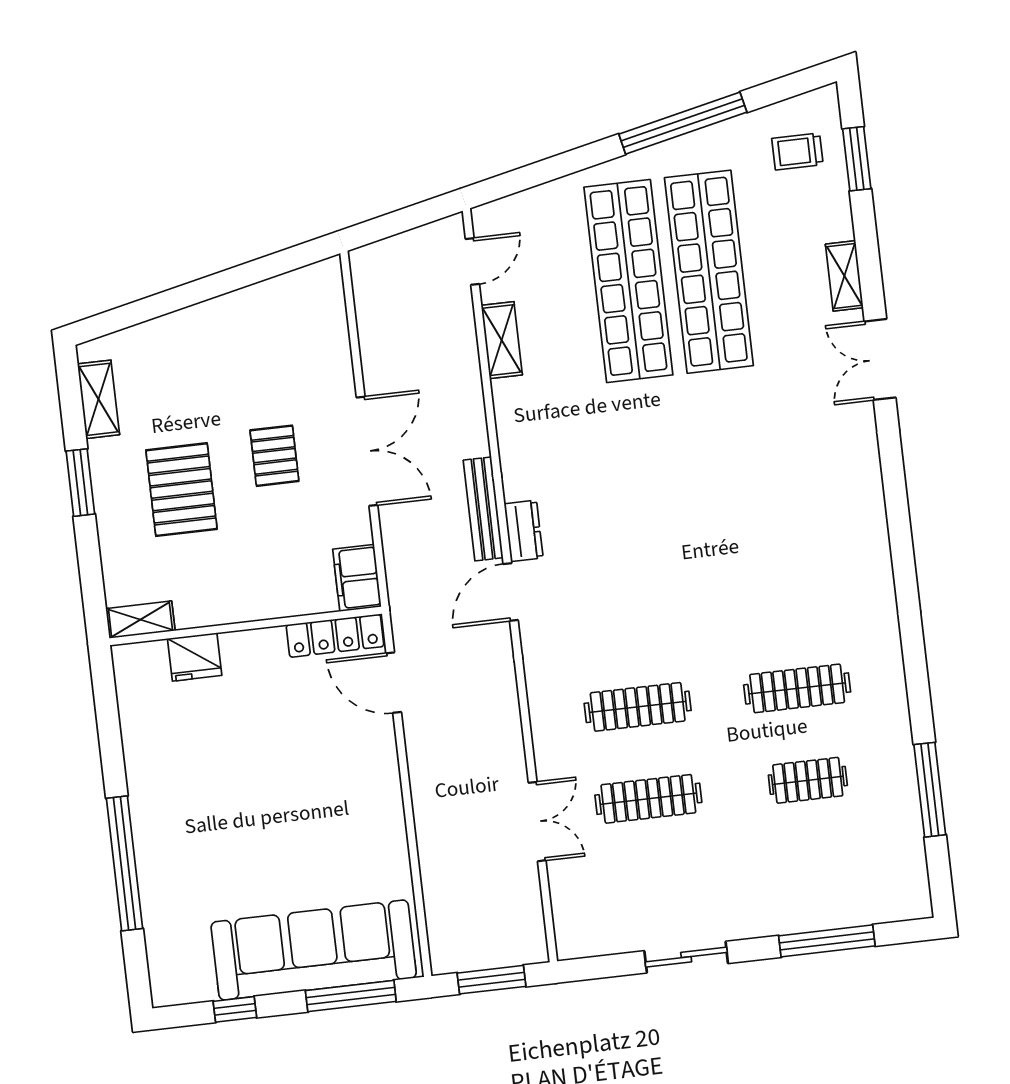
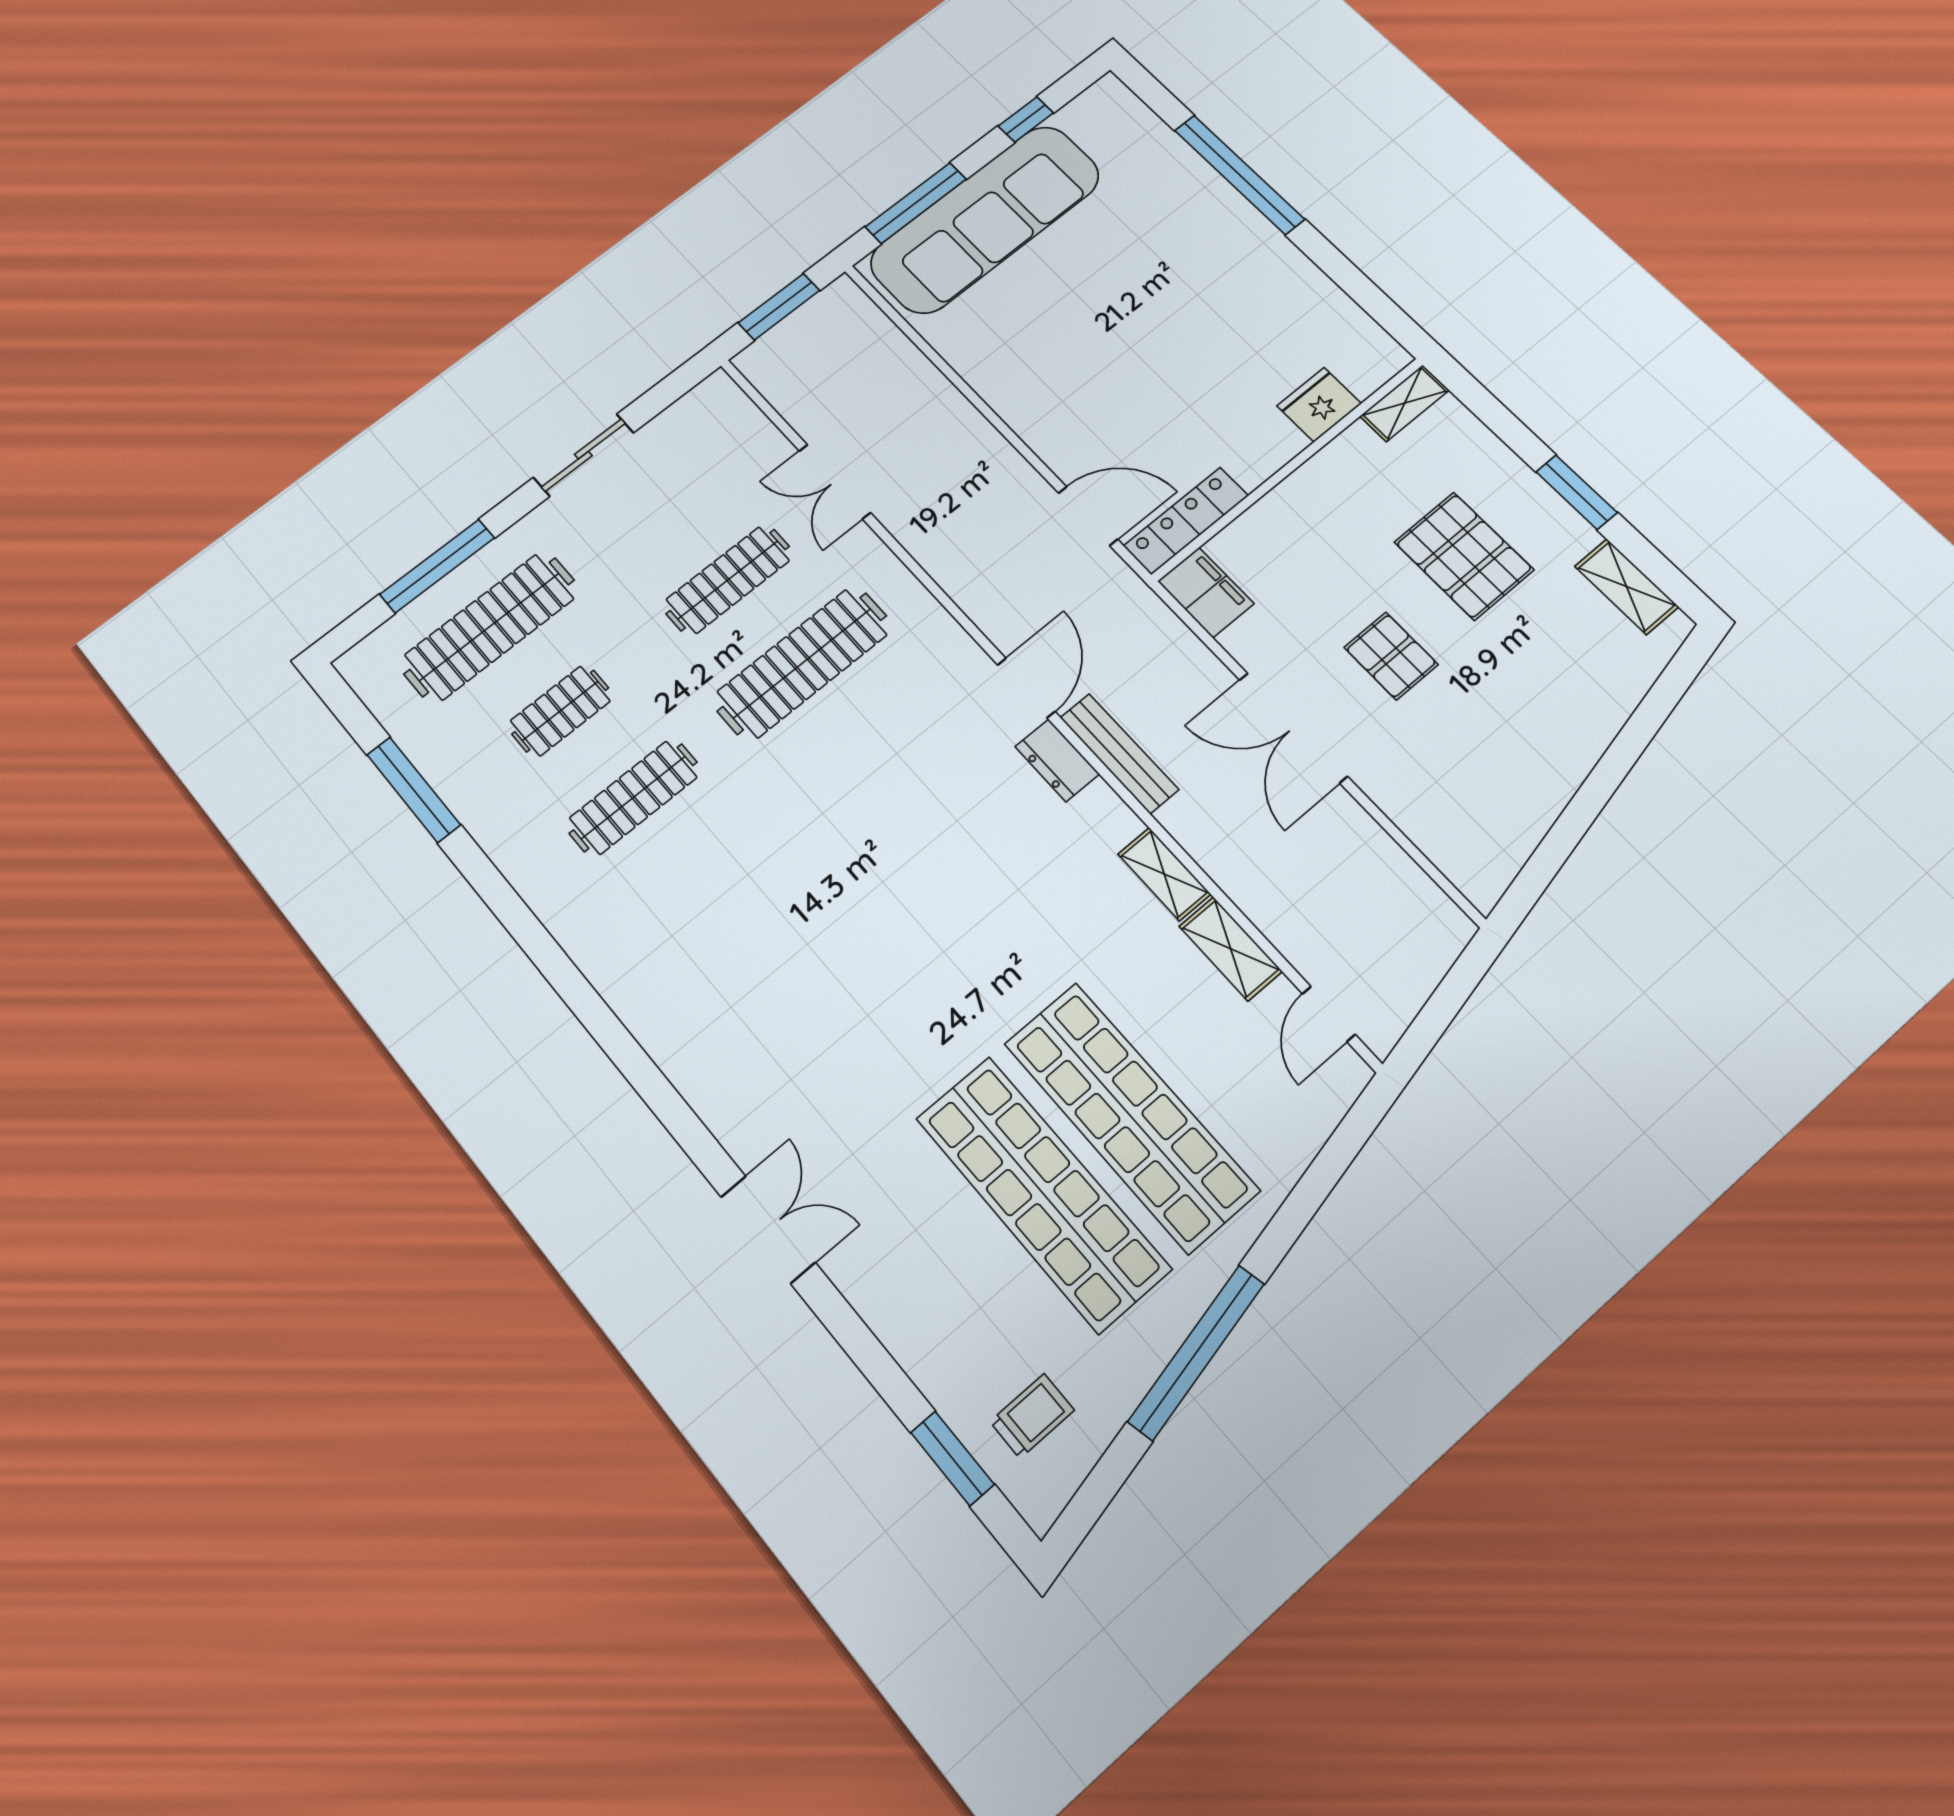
shelving: (844, 276) -> (1164, 874), moved
clothes rail: (638, 707) -> (802, 663), width x1.37, depth x1.31
clothes rail: (818, 872) -> (489, 627), added

